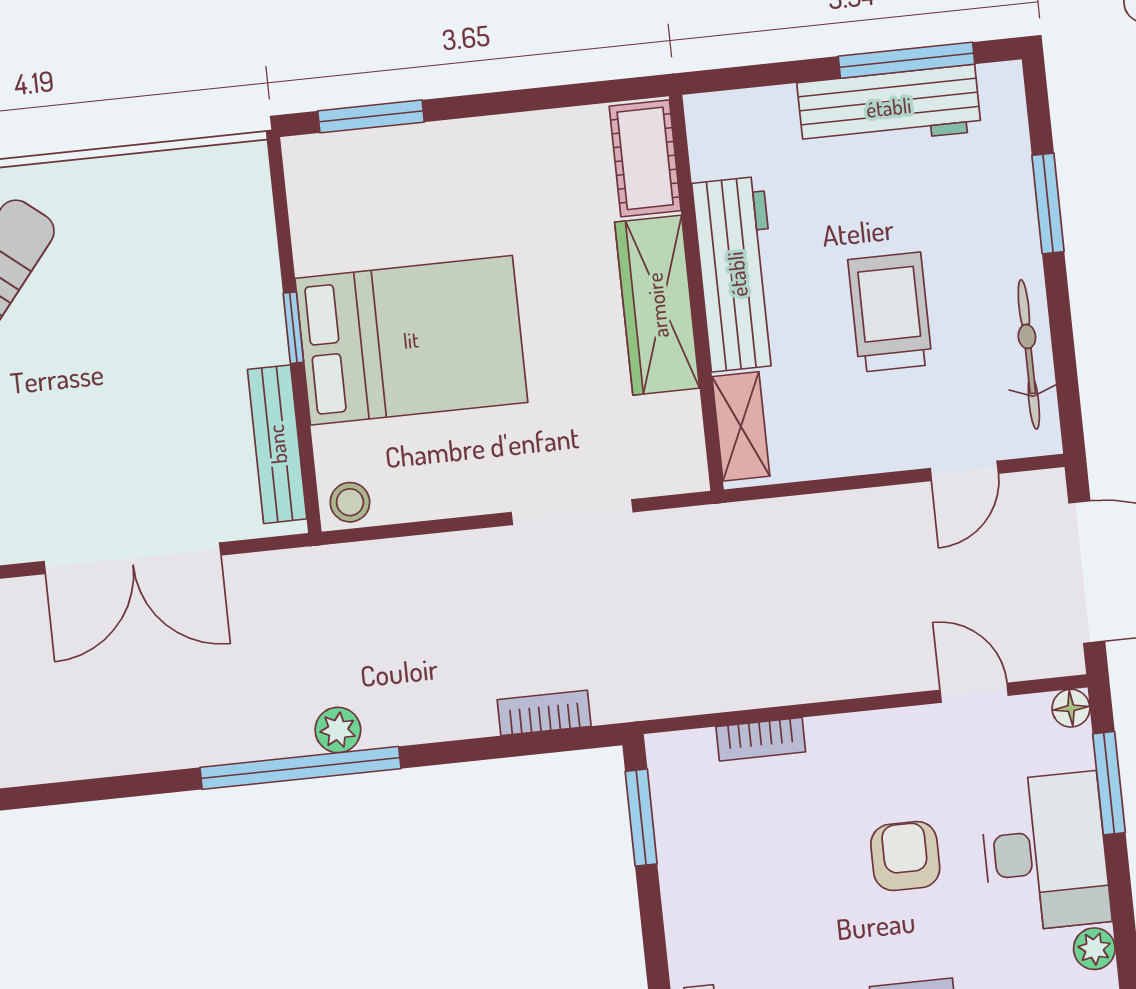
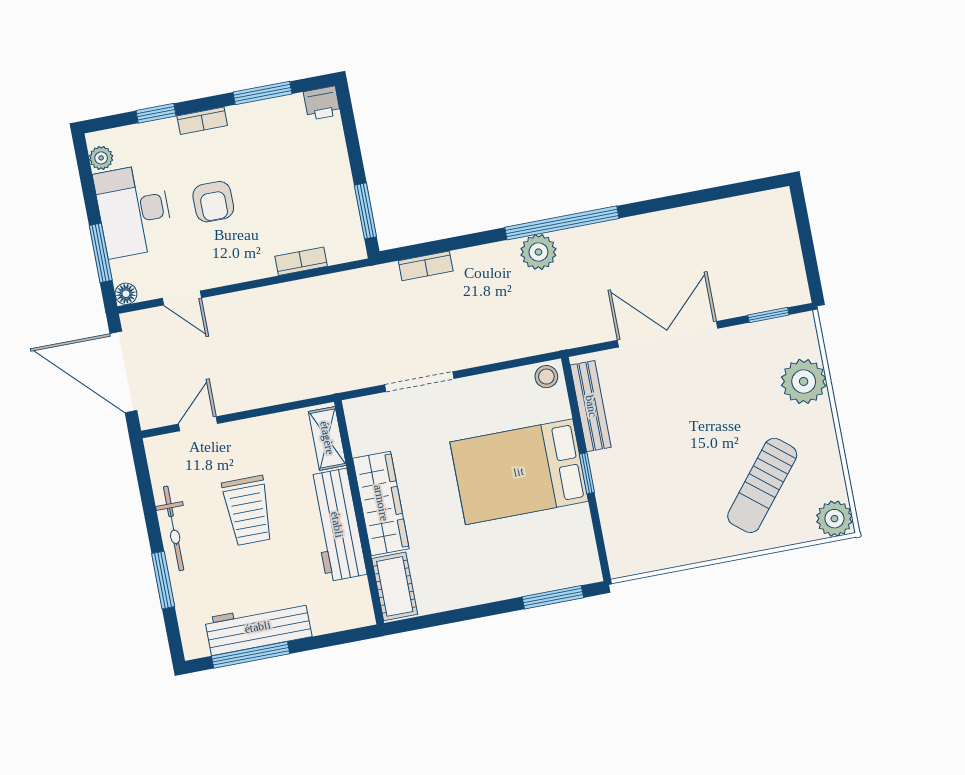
bicycle: (1029, 354) -> (174, 528), moved
plant: (338, 730) -> (538, 252), width x1.38, depth x1.38

